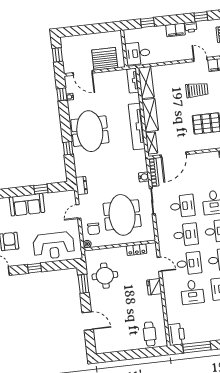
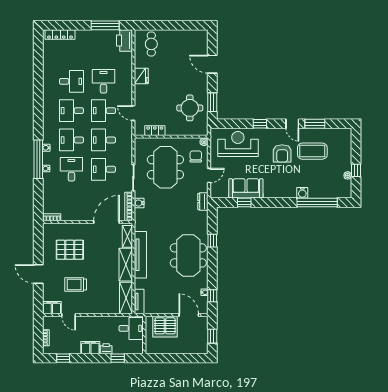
printer: (191, 27) -> (106, 349), moved
sofa: (27, 205) -> (246, 188), moved
fridge: (154, 287) -> (141, 76), moved

